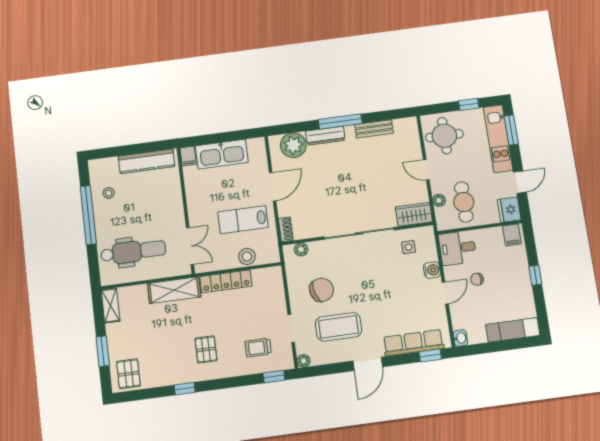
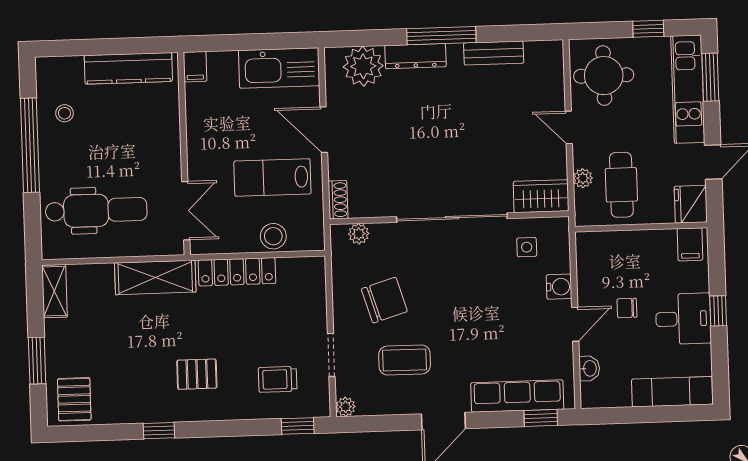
kitchen sink: (222, 154) -> (279, 68), moved
door: (273, 187) -> (324, 130), swing flipped
desk: (458, 248) -> (683, 319), moved, turned 180
coffee table: (338, 327) -> (405, 360), width x0.73, depth x0.76
washbasin: (460, 338) -> (589, 368), moved
pallet: (206, 349) -> (197, 374), turned 90

